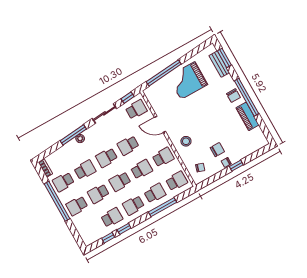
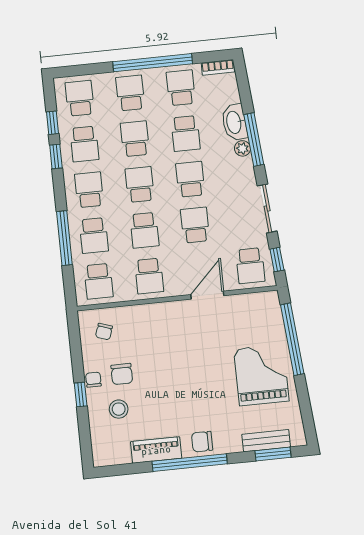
stool: (186, 141) -> (119, 409), moved
washbasin: (69, 148) -> (234, 122), added
school desk: (90, 230) -> (80, 98), added

